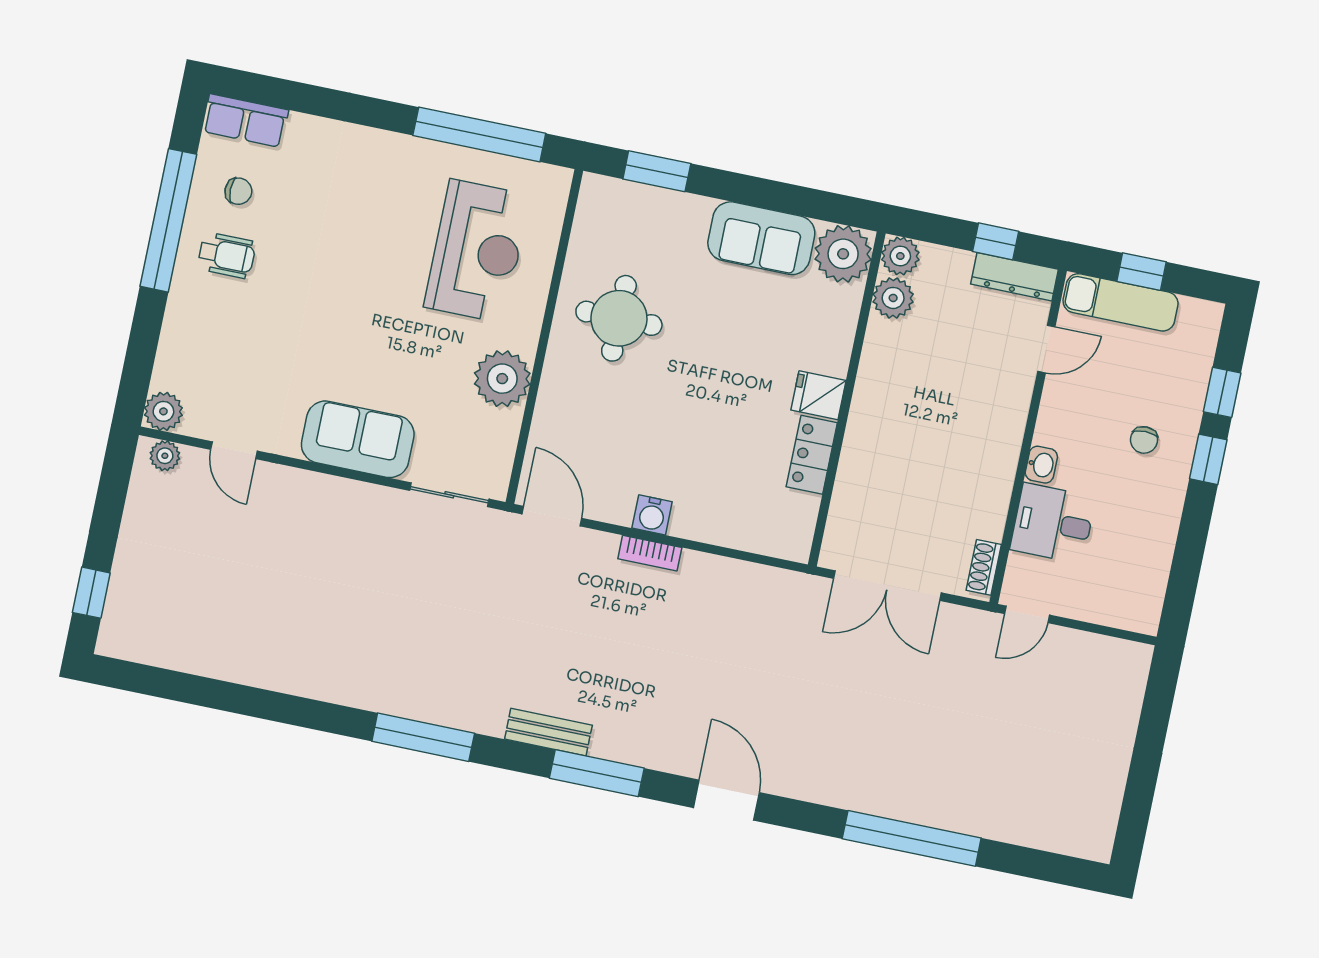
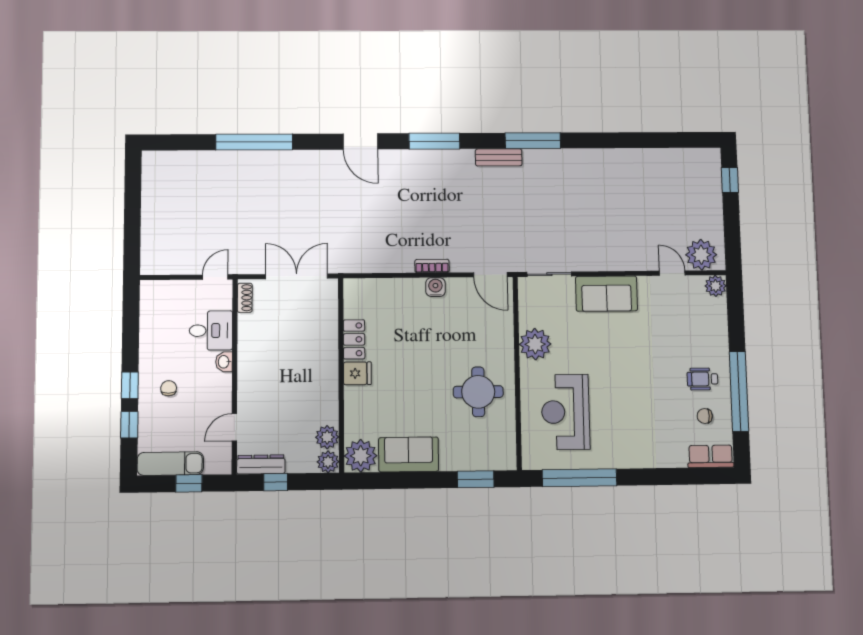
exam couch: (1121, 302) -> (170, 464), moved
plant: (165, 456) -> (701, 255), width x1.88, depth x1.88
bench: (548, 732) -> (499, 157), moved

